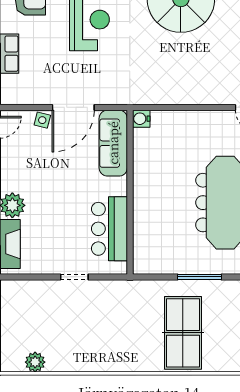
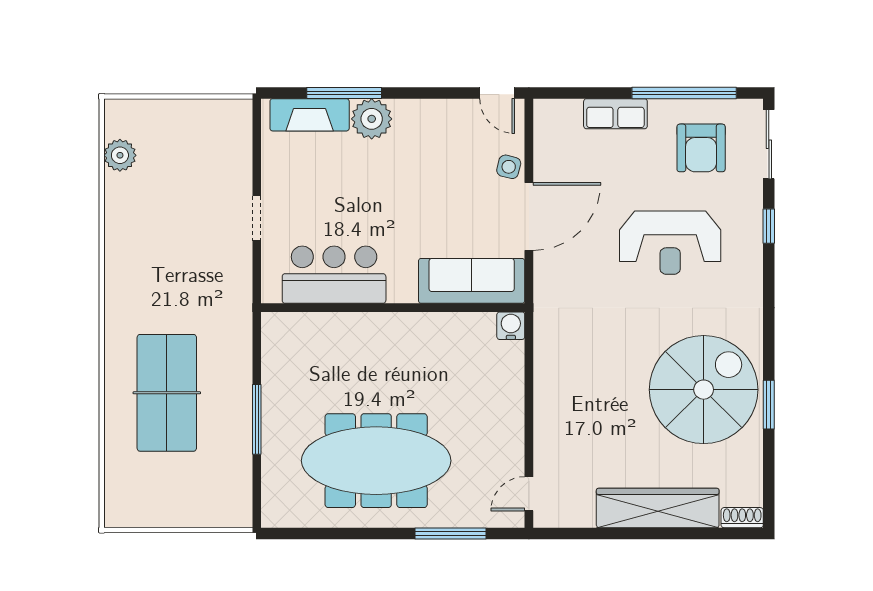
door: (73, 107) -> (529, 216), swing flipped
table tennis table: (183, 333) -> (167, 393), turned 90

